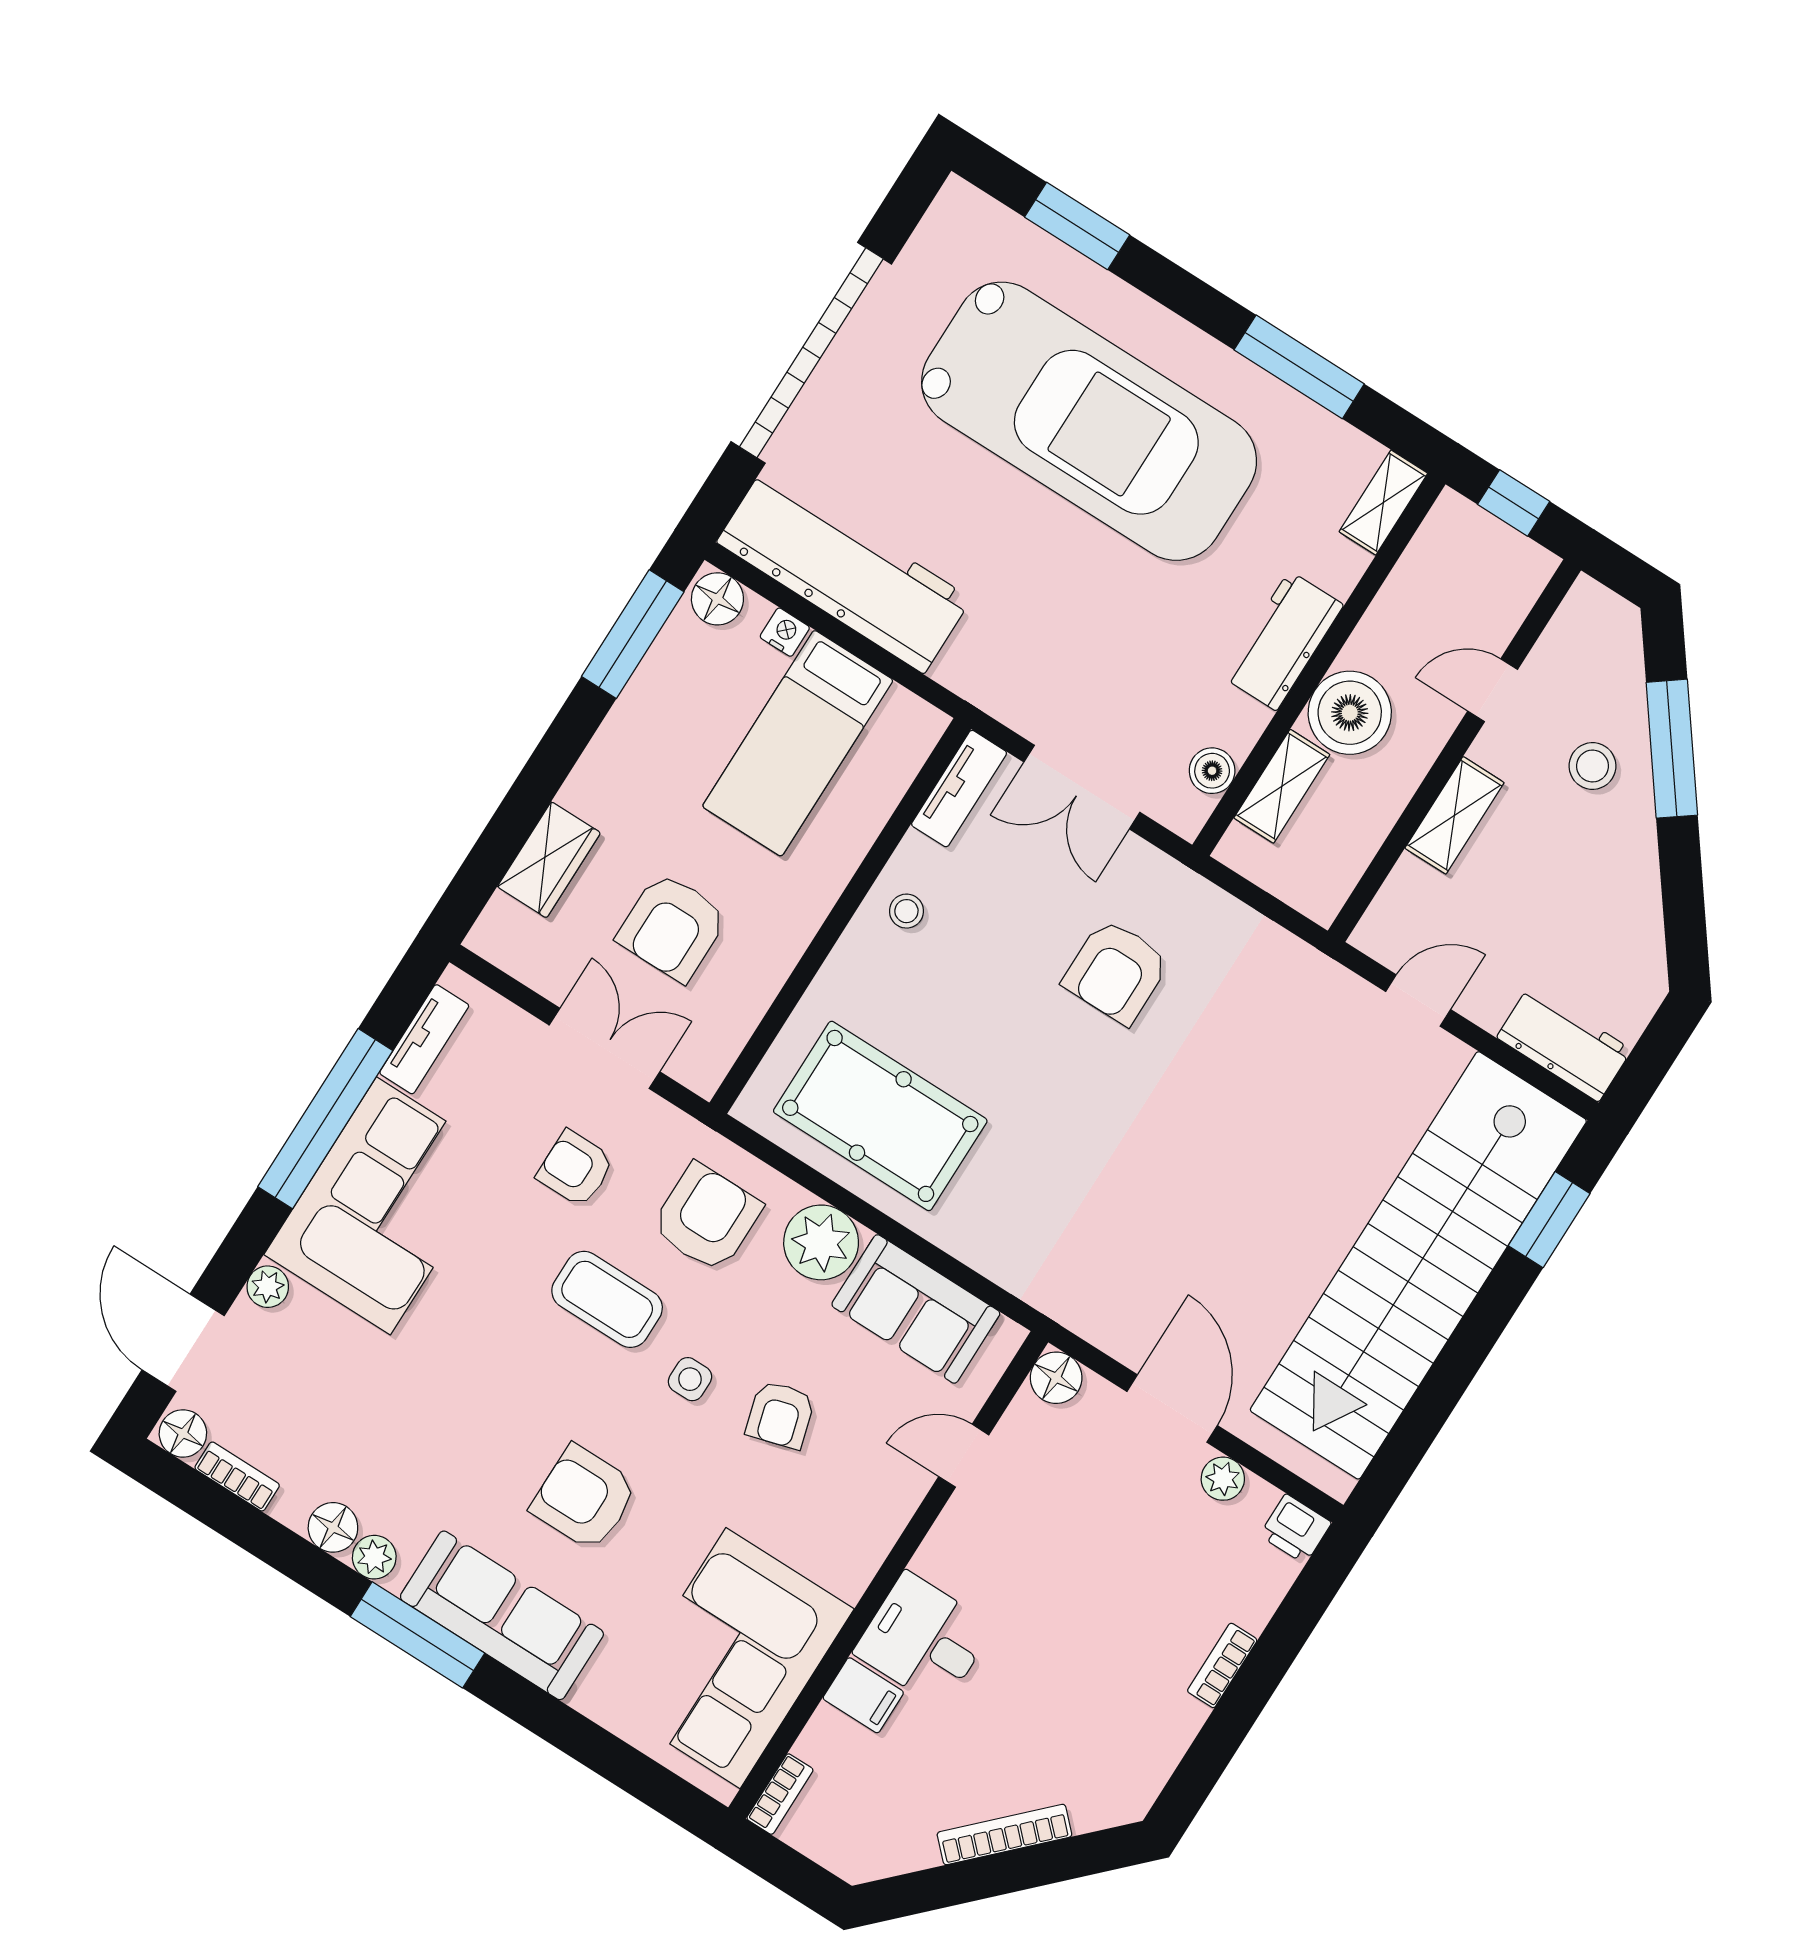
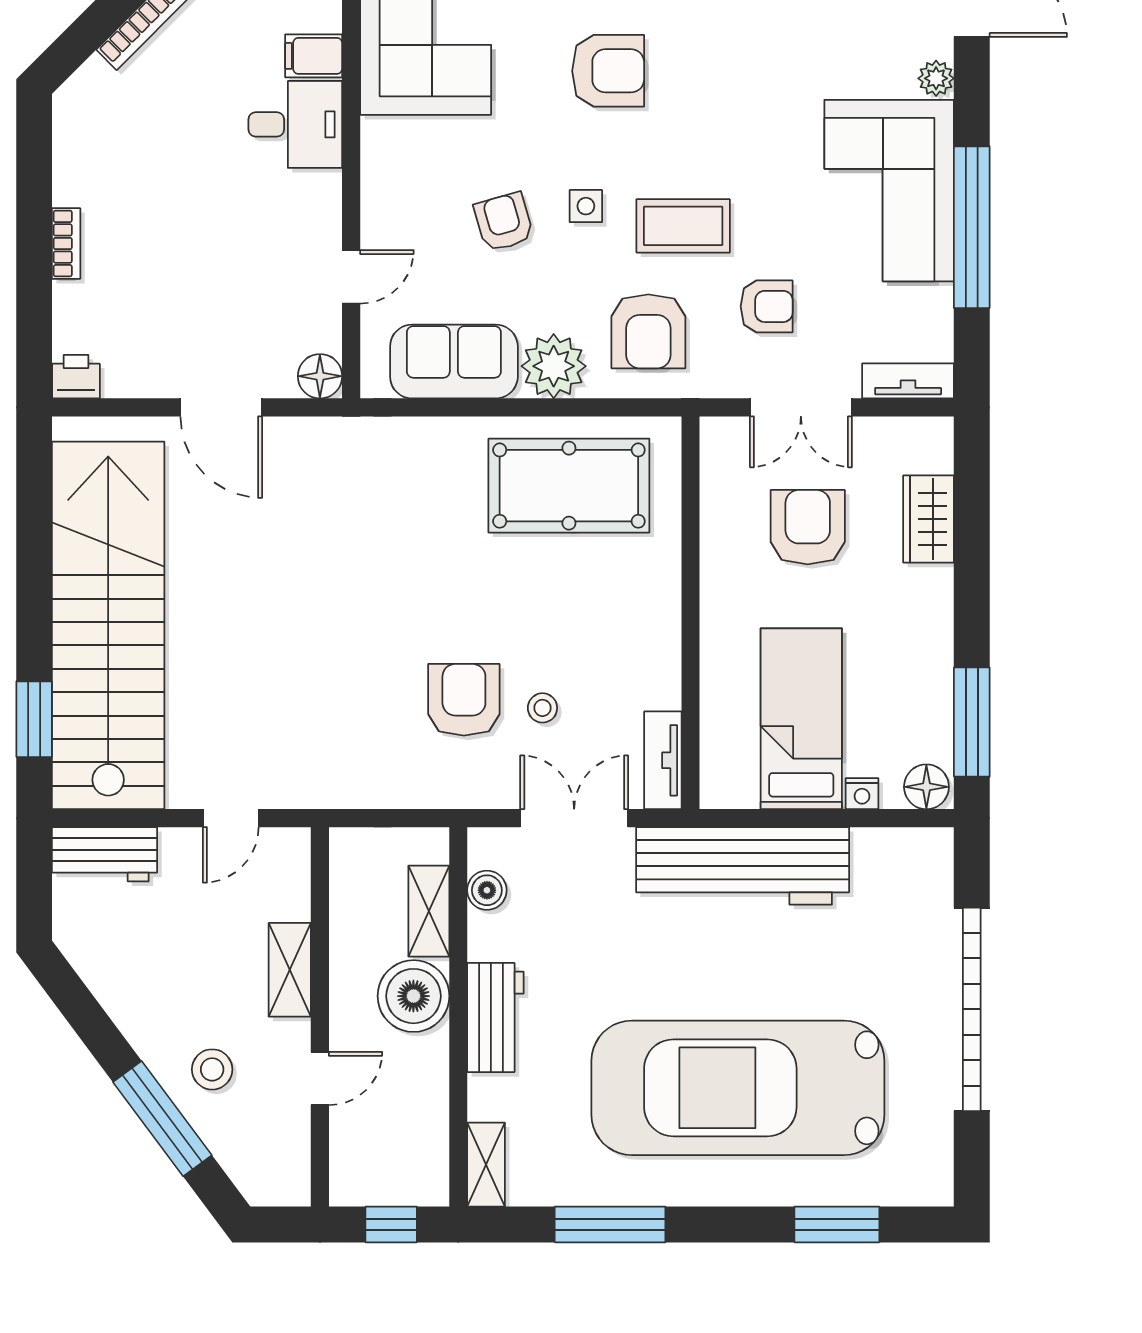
workbench: (844, 571) -> (743, 866), moved
stool: (906, 911) -> (542, 708), moved
tv unit: (424, 1039) -> (908, 381), moved, turned 90
plant: (1223, 1479) -> (152, 380), removed

